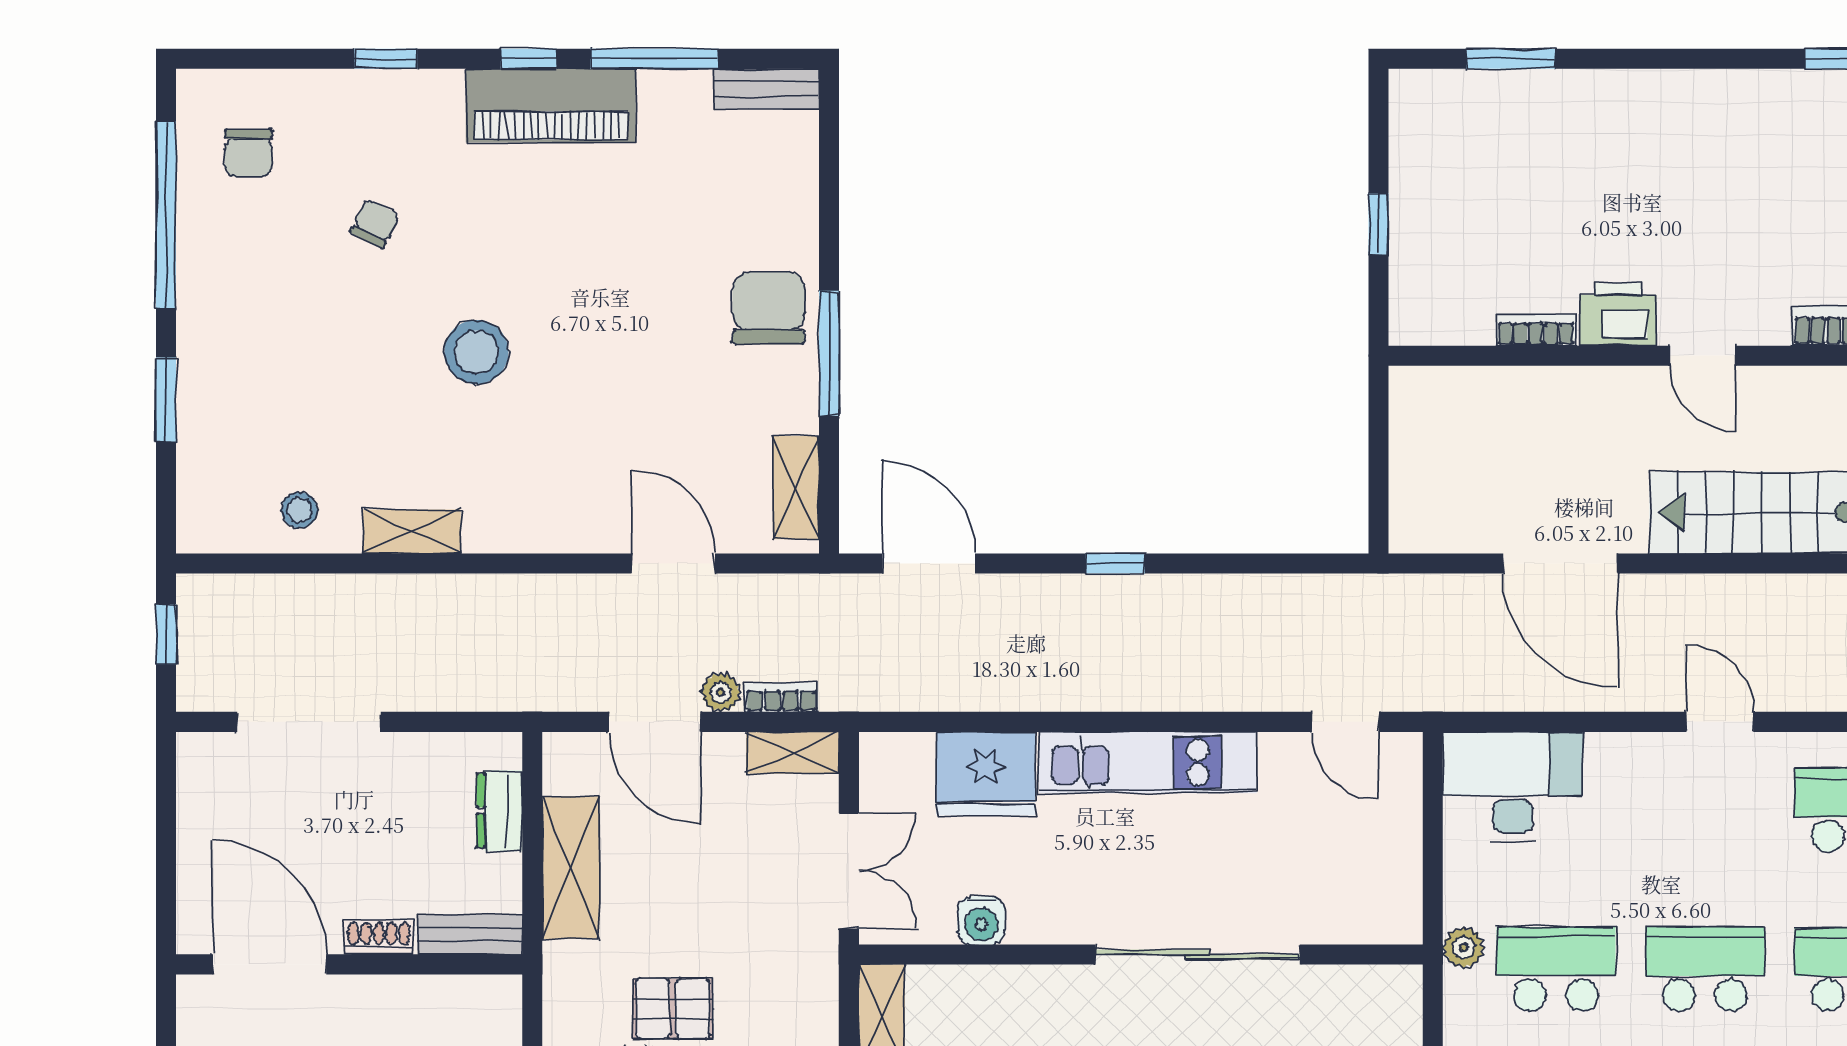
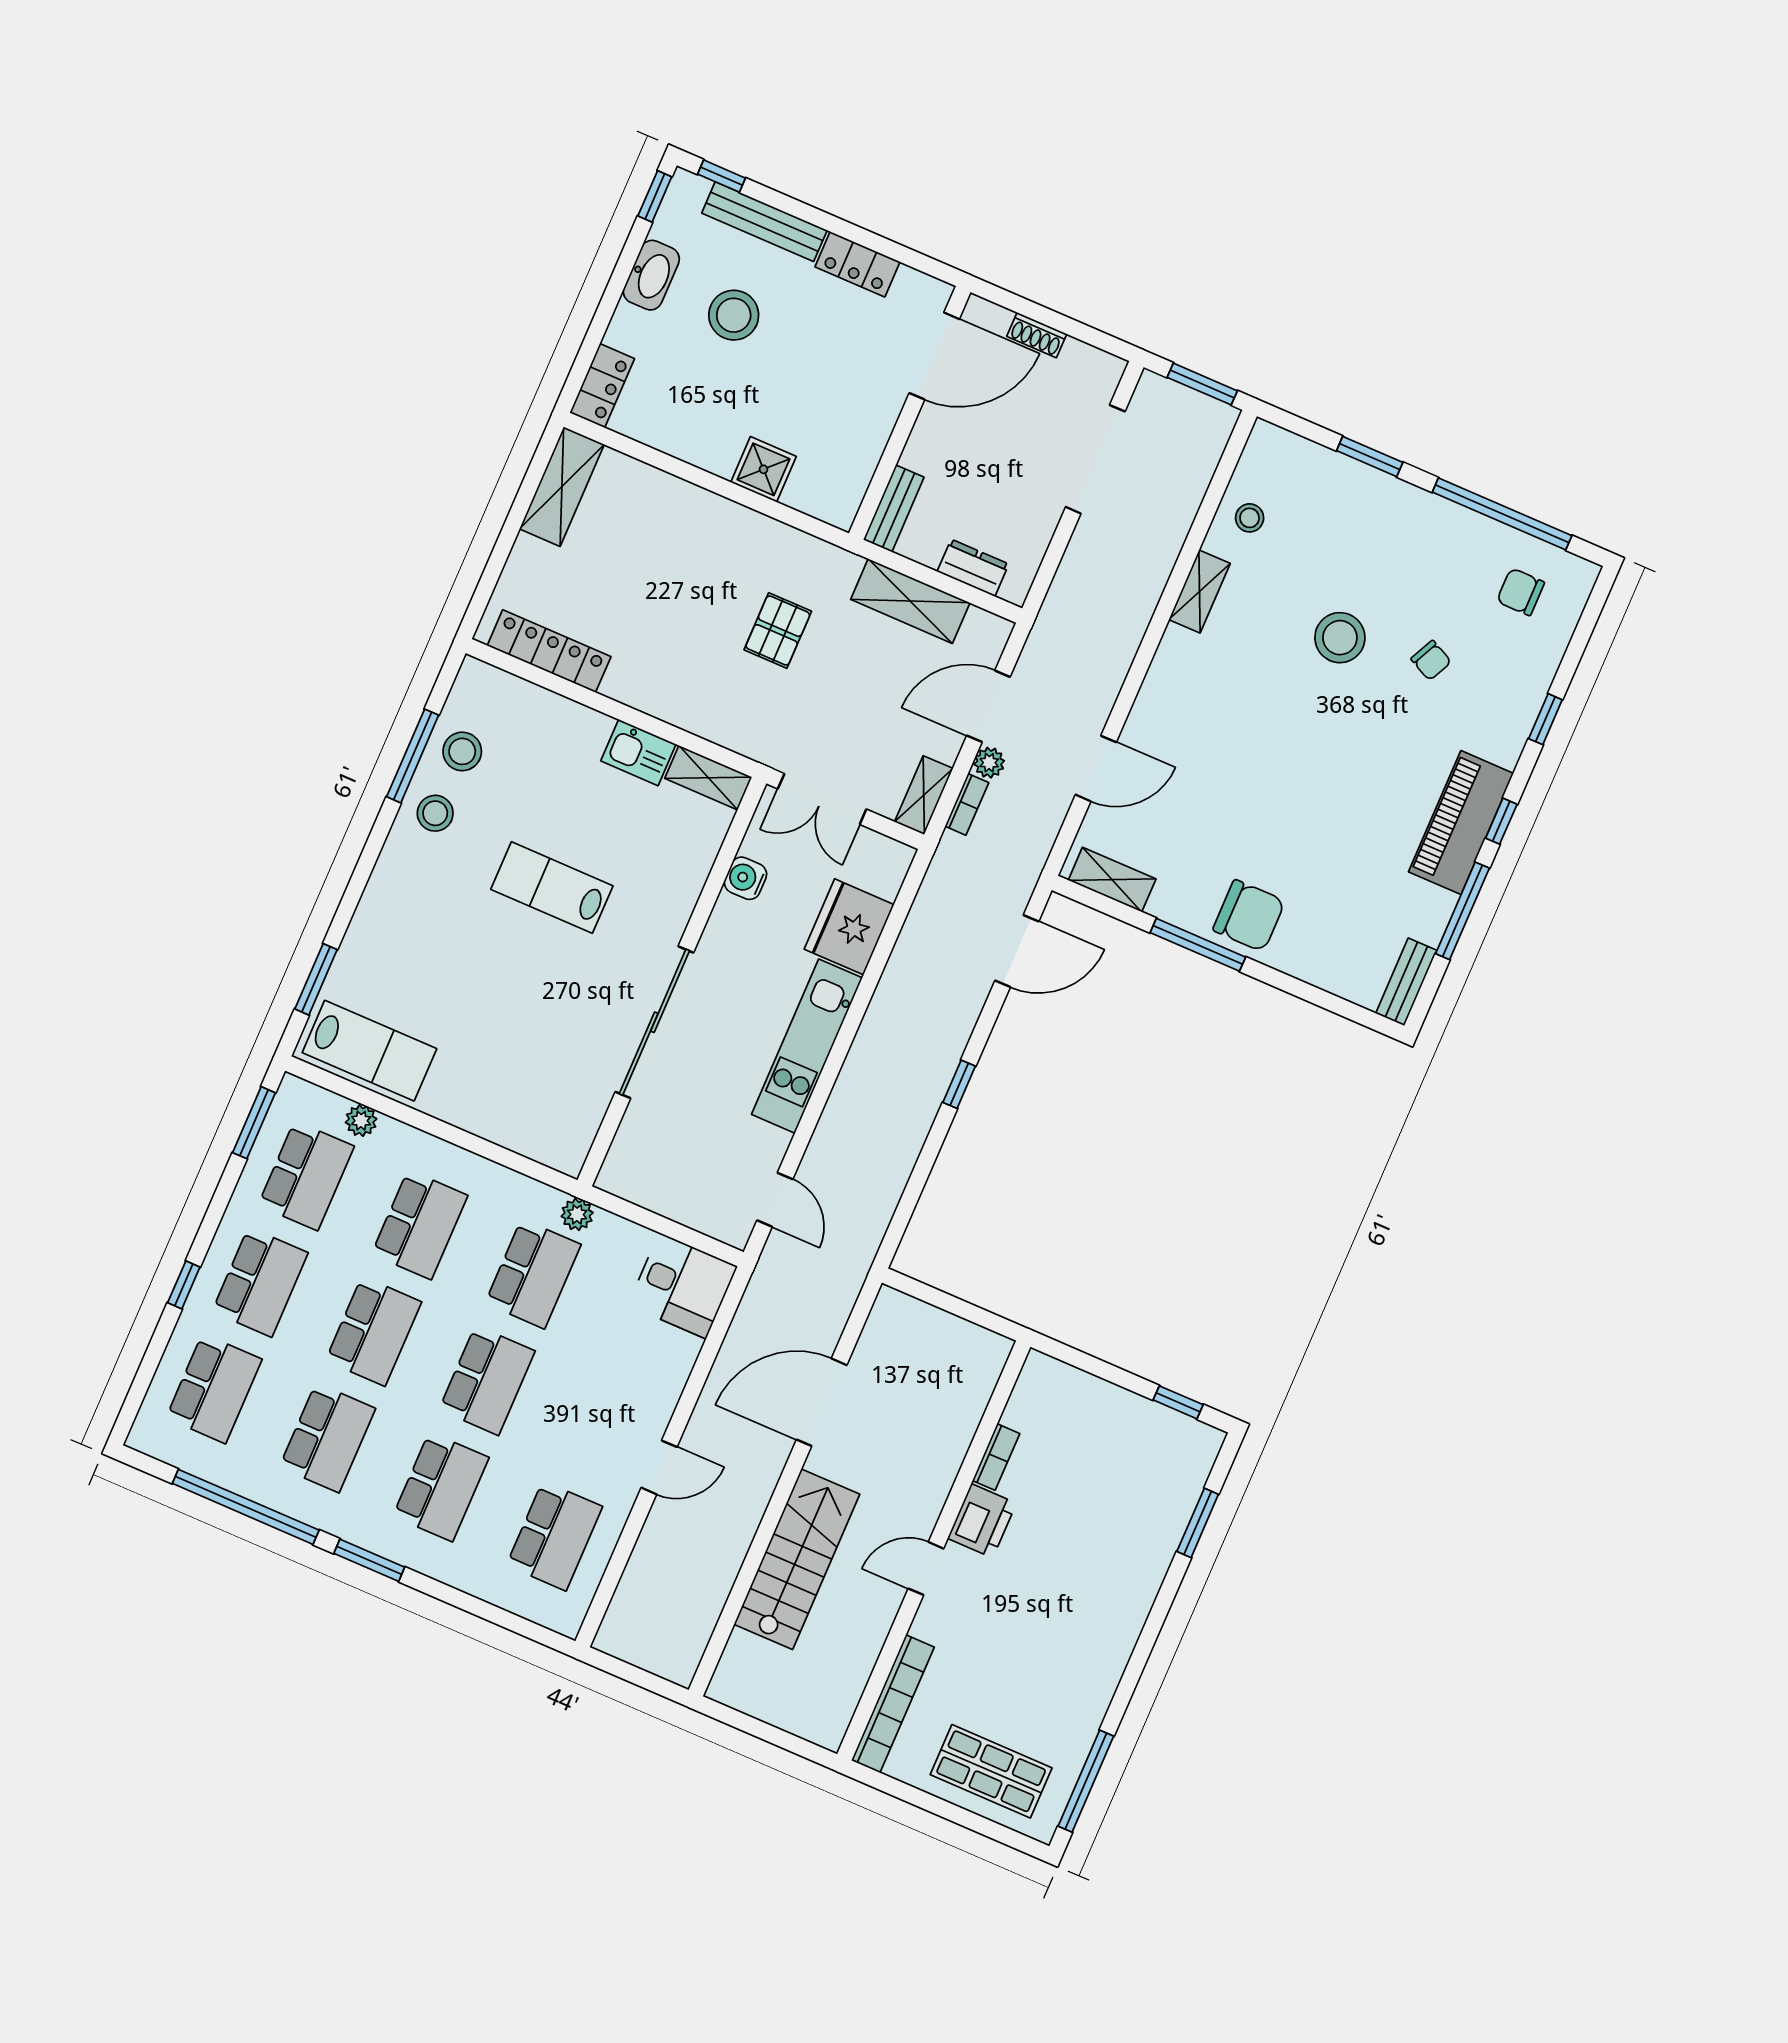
window: (1378, 224) -> (1178, 1402), moved
stool: (476, 352) -> (1340, 638), moved
window: (166, 634) -> (1202, 384), width x1.50
door: (1345, 722) -> (775, 1200), swing flipped
desk: (1513, 787) -> (683, 1286), width x0.73
shoe rack: (379, 938) -> (1037, 335), moved, turned 90

